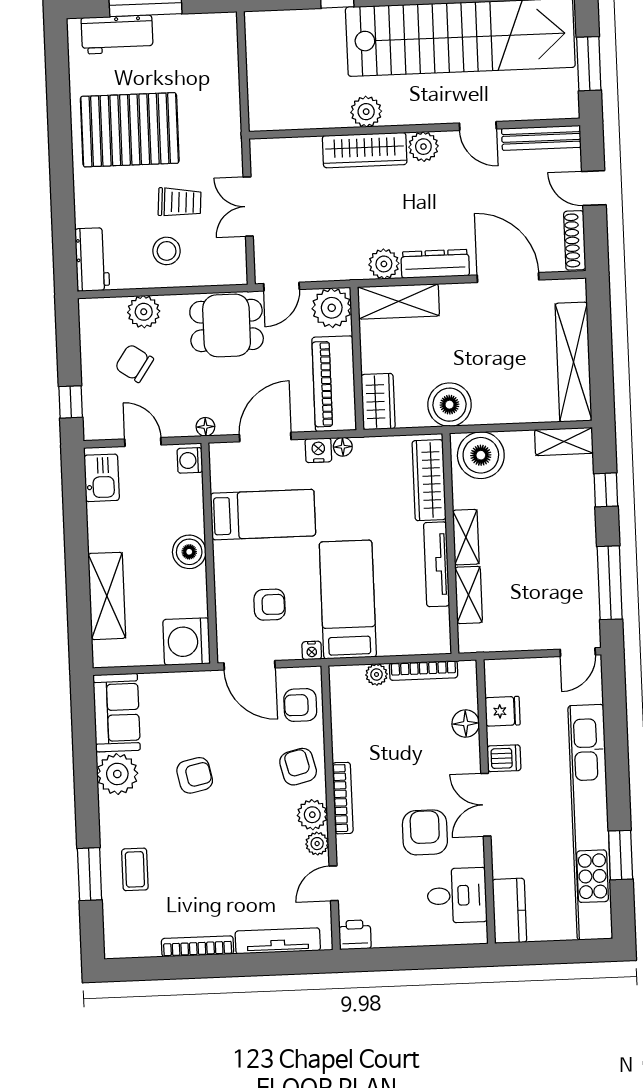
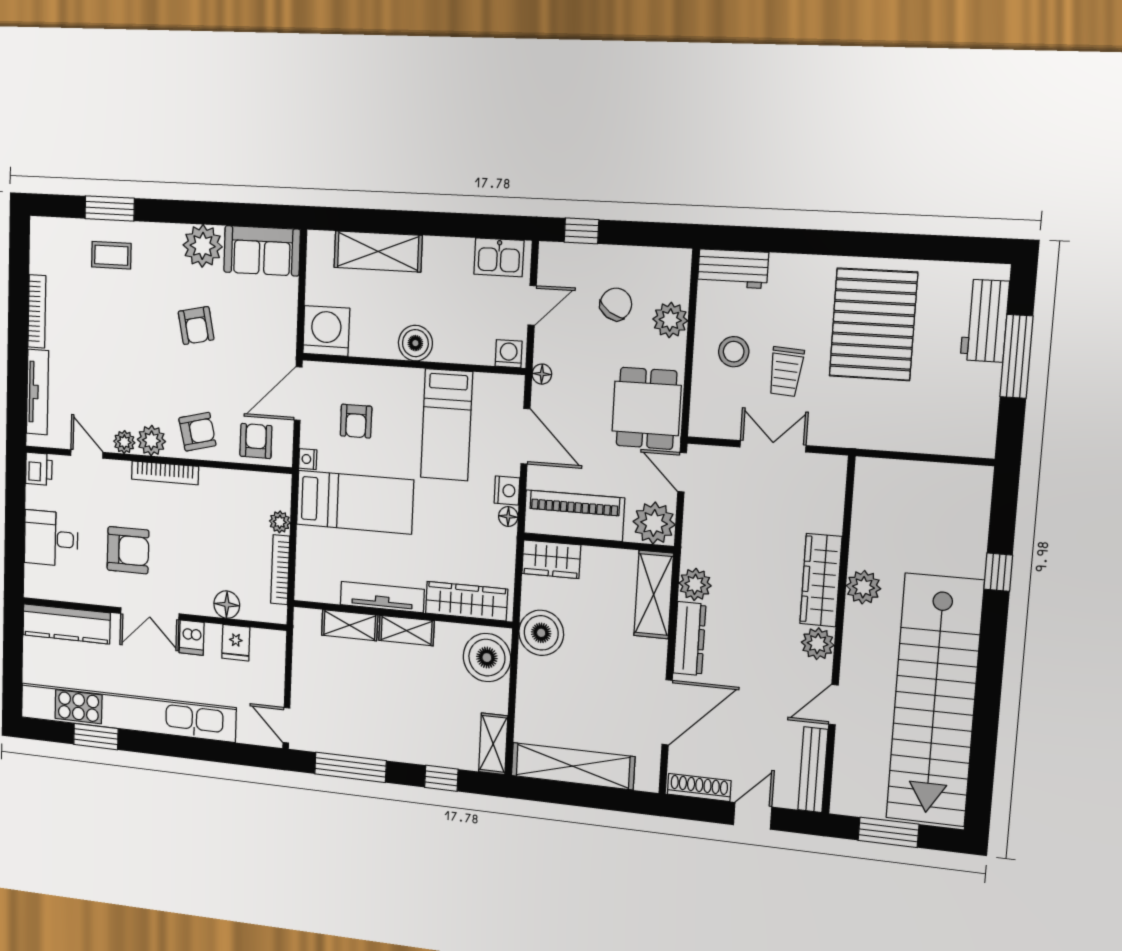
double door: (486, 805) -> (150, 614), swing flipped
desk: (457, 896) -> (51, 538), moved, turned 90
kitchen counter: (510, 911) -> (66, 624), width x1.50

